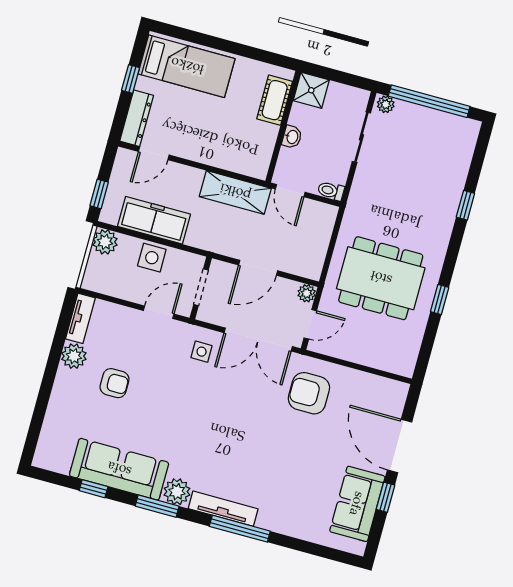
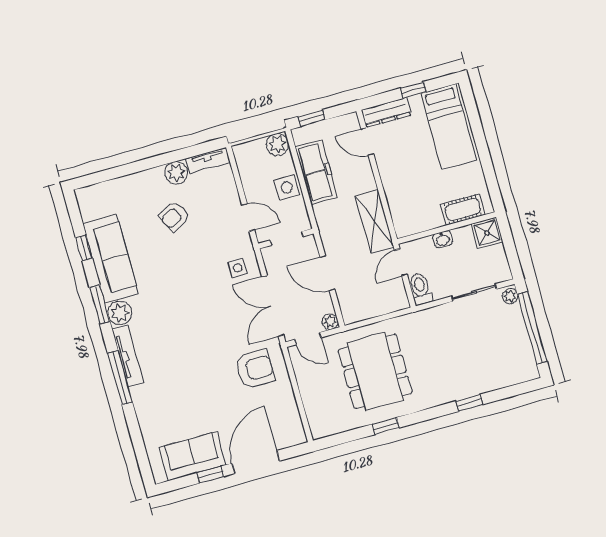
toilet: (331, 191) -> (420, 289), width x1.37, depth x1.39
armchair: (114, 383) -> (174, 216), turned 62
armchair: (309, 393) -> (255, 369), turned 90

